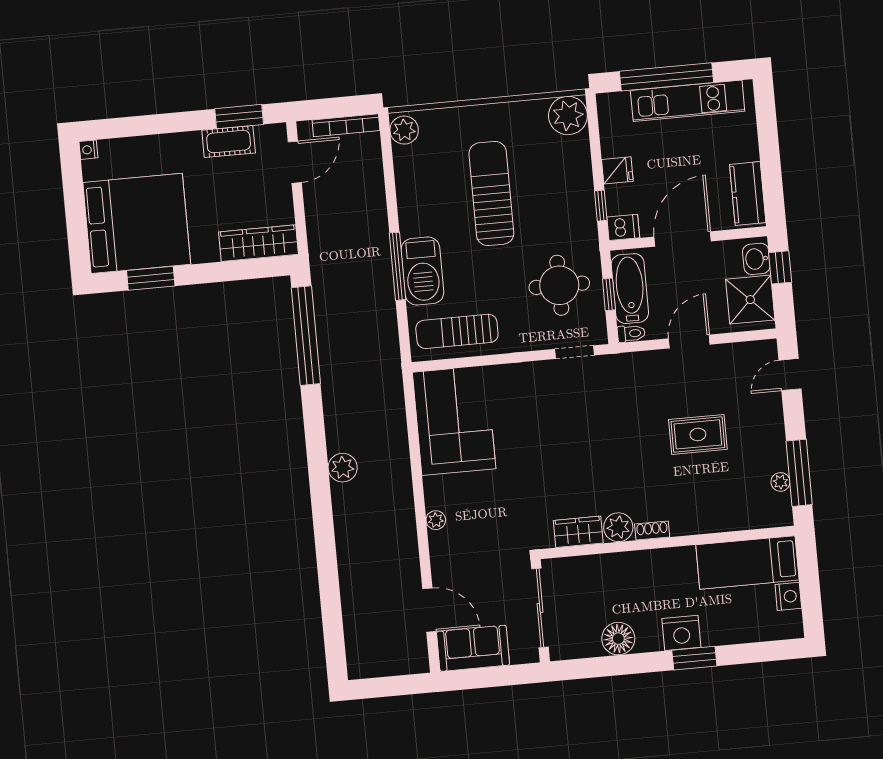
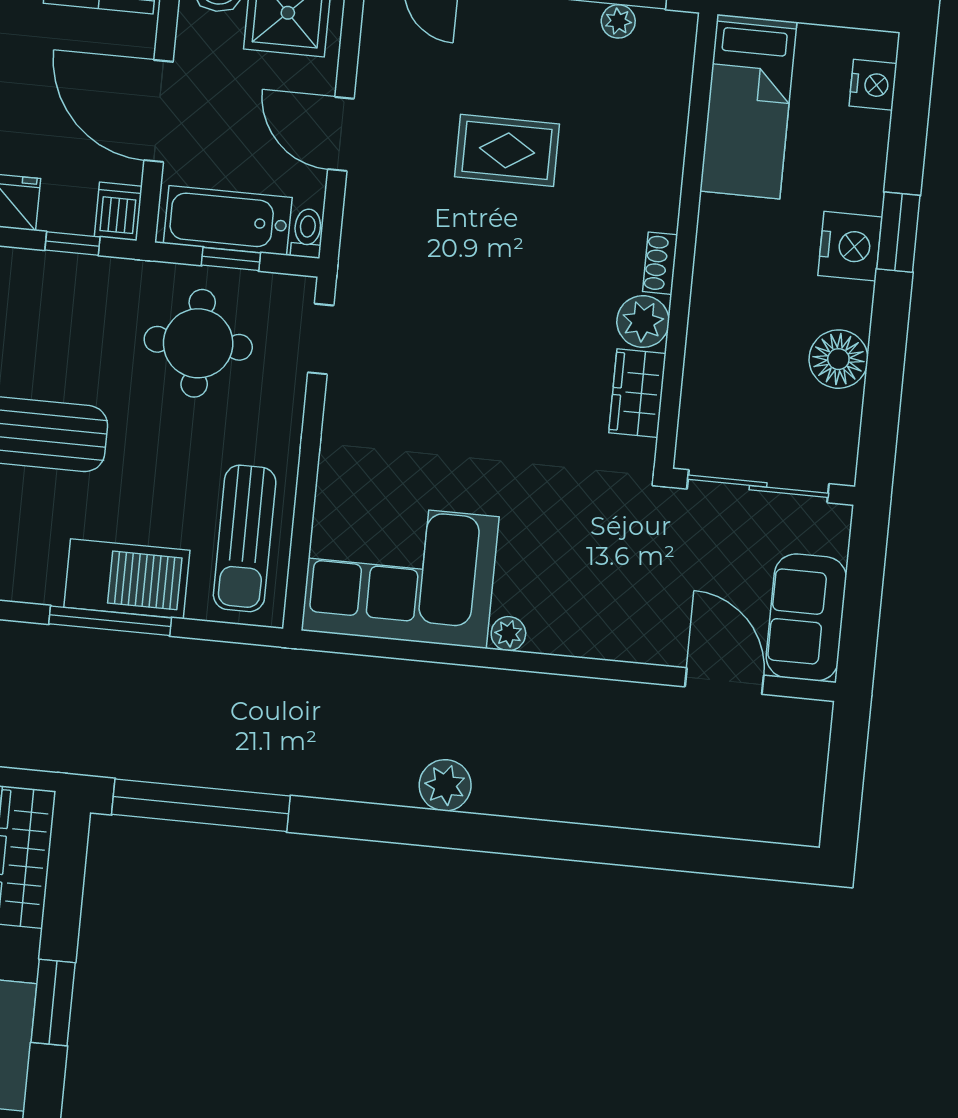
window: (151, 278) -> (53, 1003), moved
rug: (698, 434) -> (507, 150), turned 90
plant: (436, 520) -> (508, 634), moved
nightstand: (788, 596) -> (873, 85), moved, turned 90
door: (429, 610) -> (724, 681), hinge flipped

